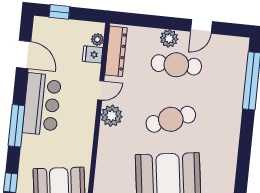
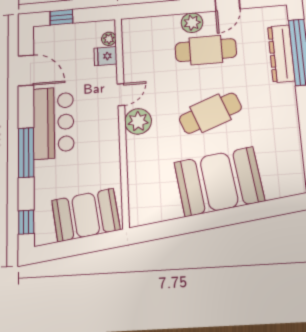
dresser: (116, 51) -> (281, 54), moved, turned 180

